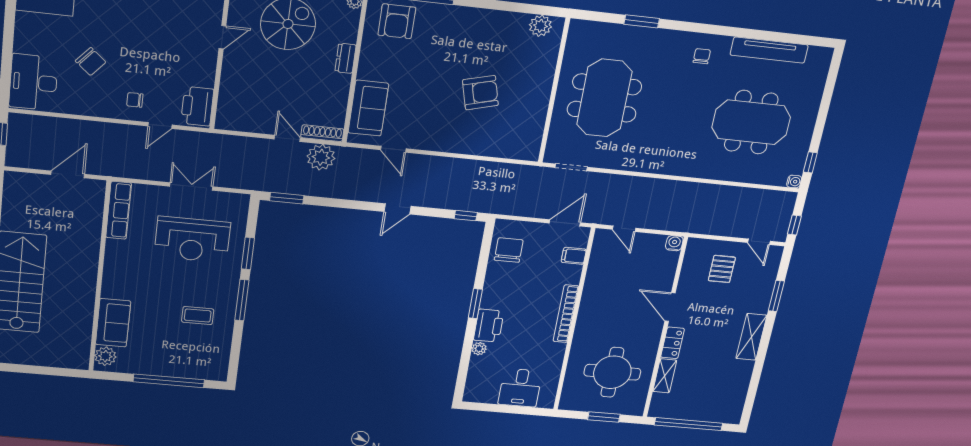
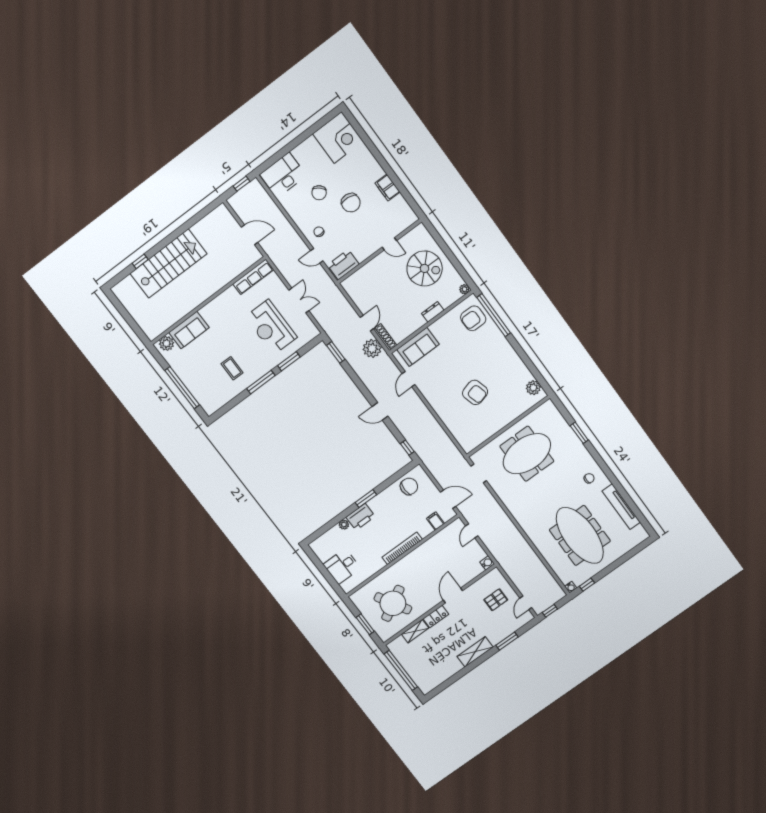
chair: (135, 38) -> (351, 203), added
meeting table: (751, 122) -> (580, 535), width x1.36
round table: (612, 372) -> (393, 603), turned -30

